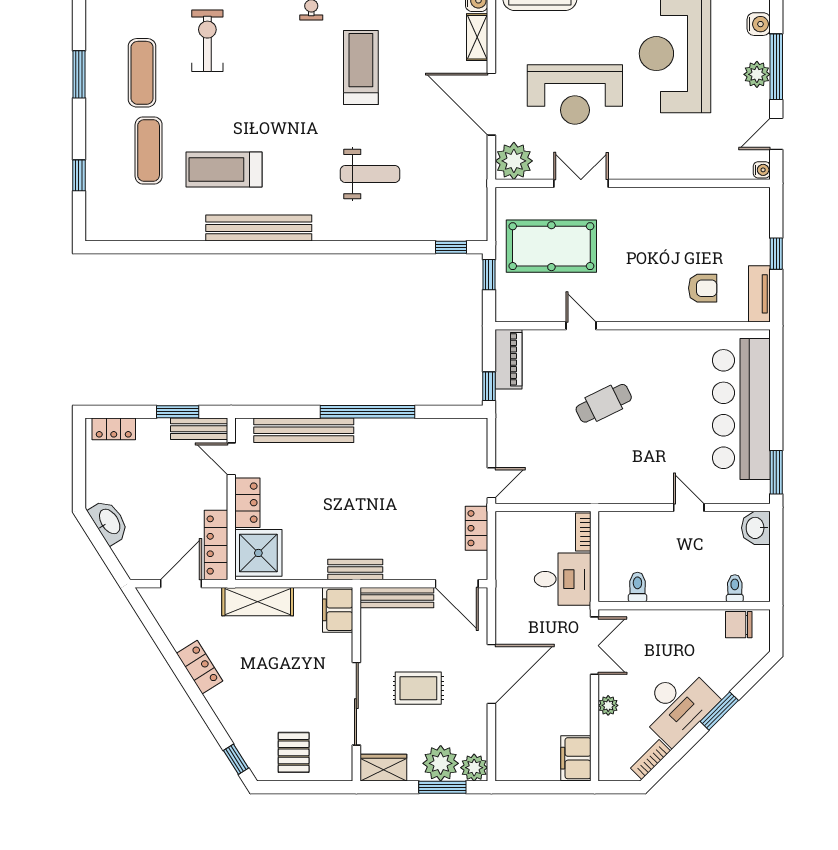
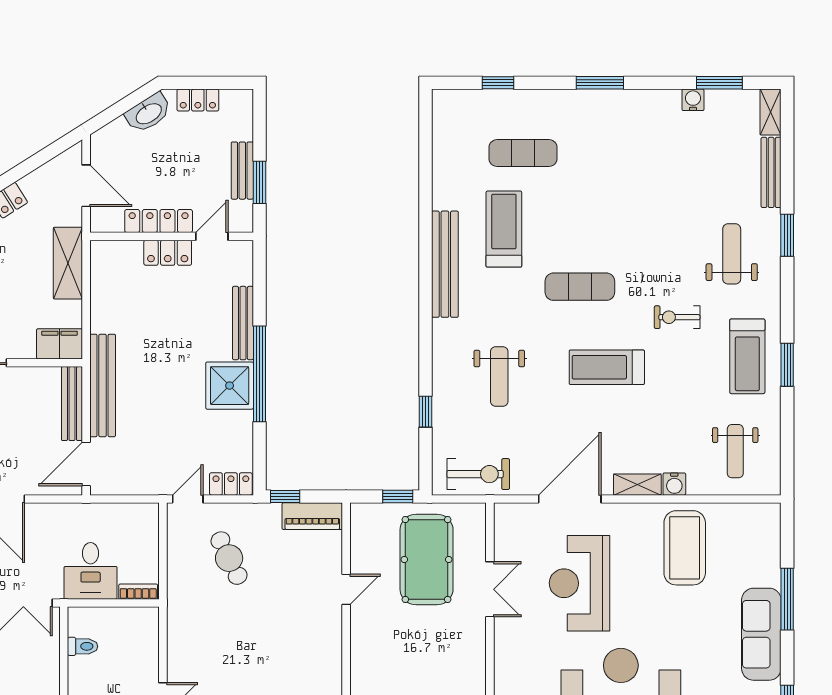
exercise bike: (207, 41) -> (478, 474), moved
treadmill: (361, 67) -> (607, 367), turned 180
exercise mat: (142, 73) -> (580, 287), moved
plant: (514, 161) -> (512, 522), removed
window: (451, 247) -> (425, 412), moved
cafe table: (604, 403) -> (229, 558), moved
locker: (114, 429) -> (198, 100), moved, turned -90
bench: (199, 429) -> (242, 171), moved
bench: (304, 430) -> (243, 323), width x0.73, depth x0.82
door: (491, 483) -> (188, 499), swing flipped
locker: (477, 528) -> (231, 484), moved
locker: (216, 545) -> (159, 221), moved
shower: (258, 553) -> (230, 386), moved
bench: (355, 569) -> (103, 385), width x1.86, depth x1.21

